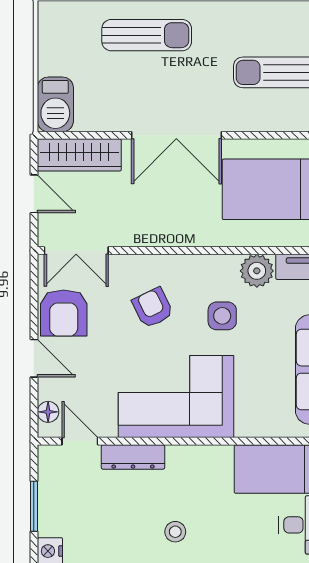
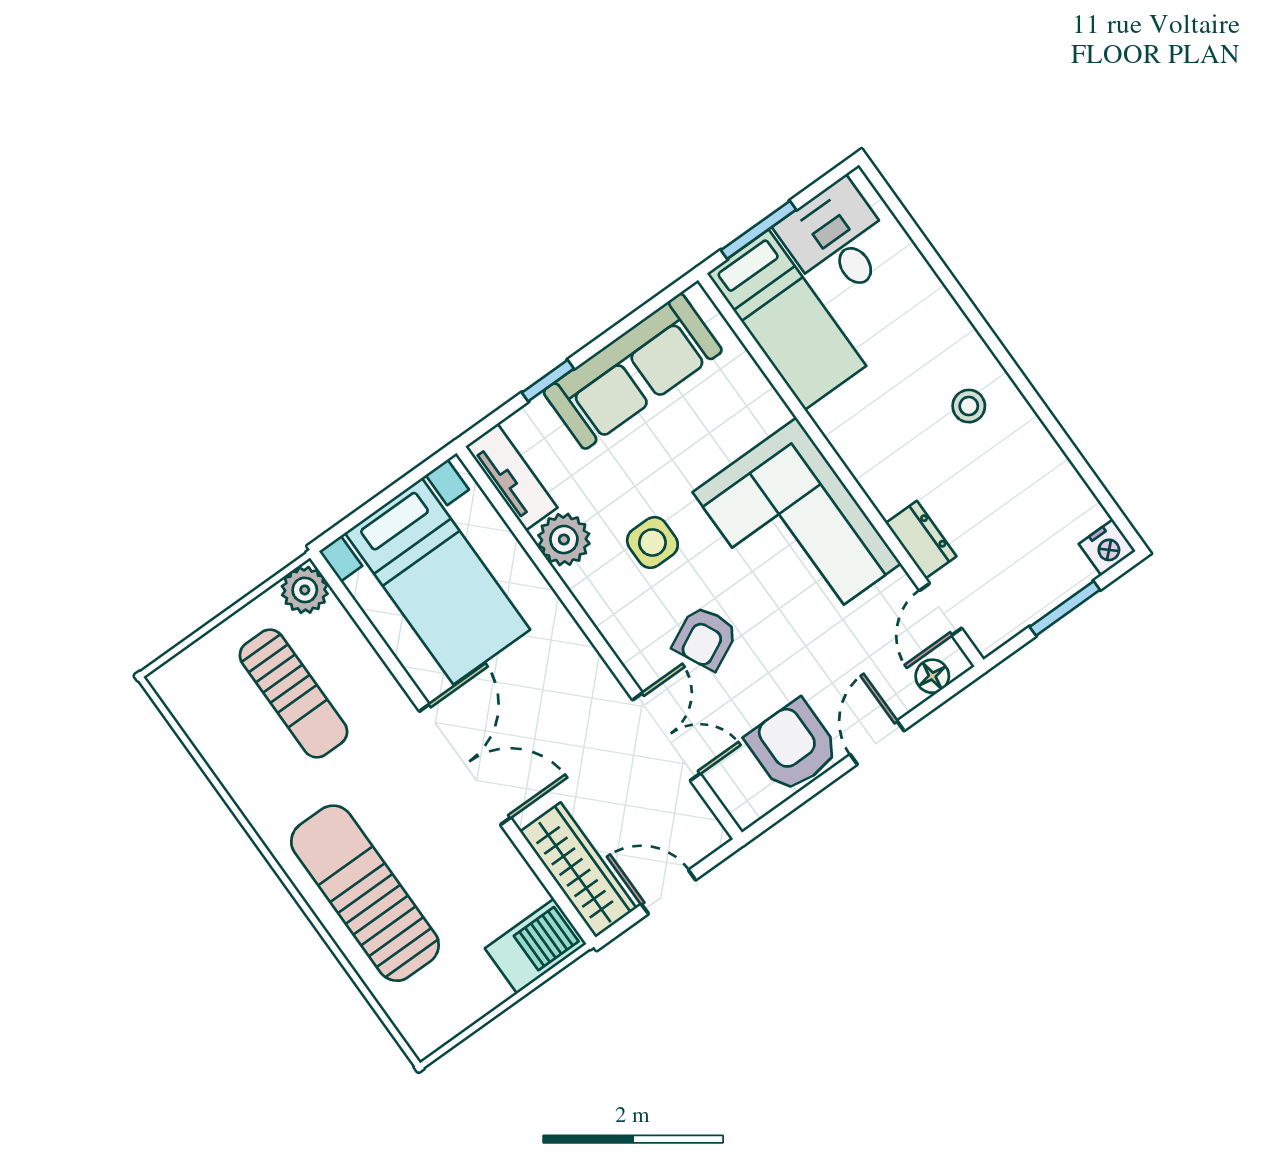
sun lounger: (147, 35) -> (365, 893), width x1.36, depth x1.34
door: (34, 194) -> (668, 892), hinge flipped
double door: (76, 251) -> (666, 737), moved
armchair: (64, 313) -> (793, 746), turned -90
dresser: (133, 457) -> (921, 540), width x0.70

